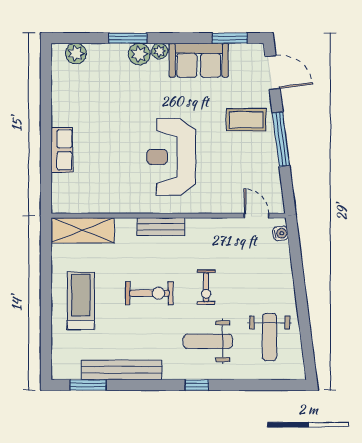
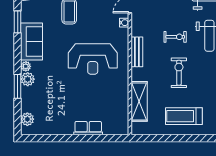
water cooler: (229, 206) -> (124, 23), added
bench: (161, 227) -> (137, 52), moved
shelving: (83, 230) -> (139, 101), moved

